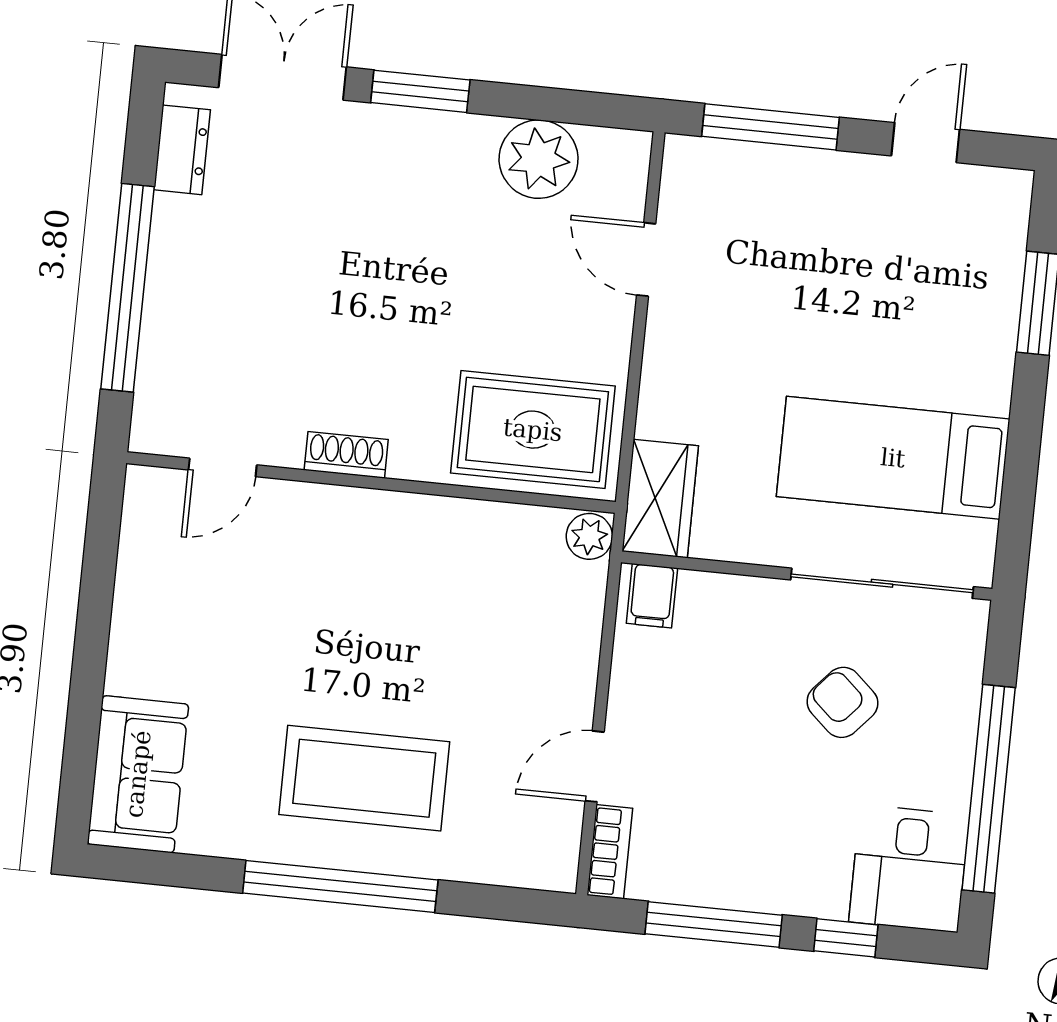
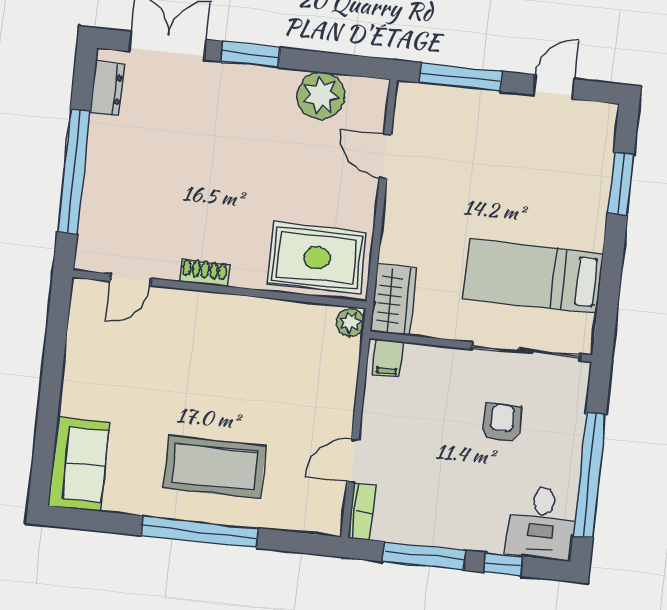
armchair: (842, 702) -> (502, 423), turned 48

